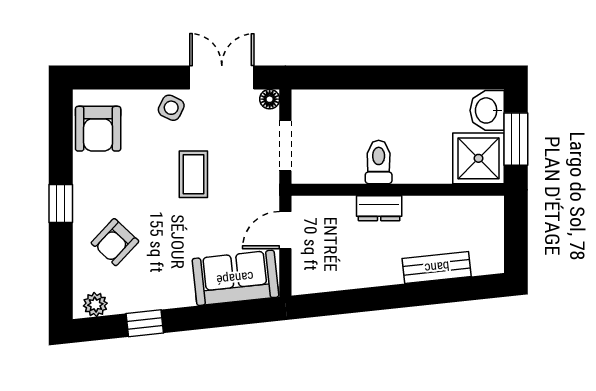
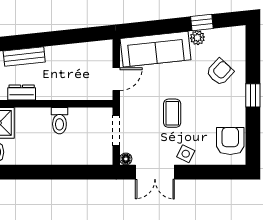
dresser: (379, 208) -> (22, 92), moved
sofa: (235, 278) -> (156, 49), width x1.36
plant: (95, 305) -> (197, 38), moved

